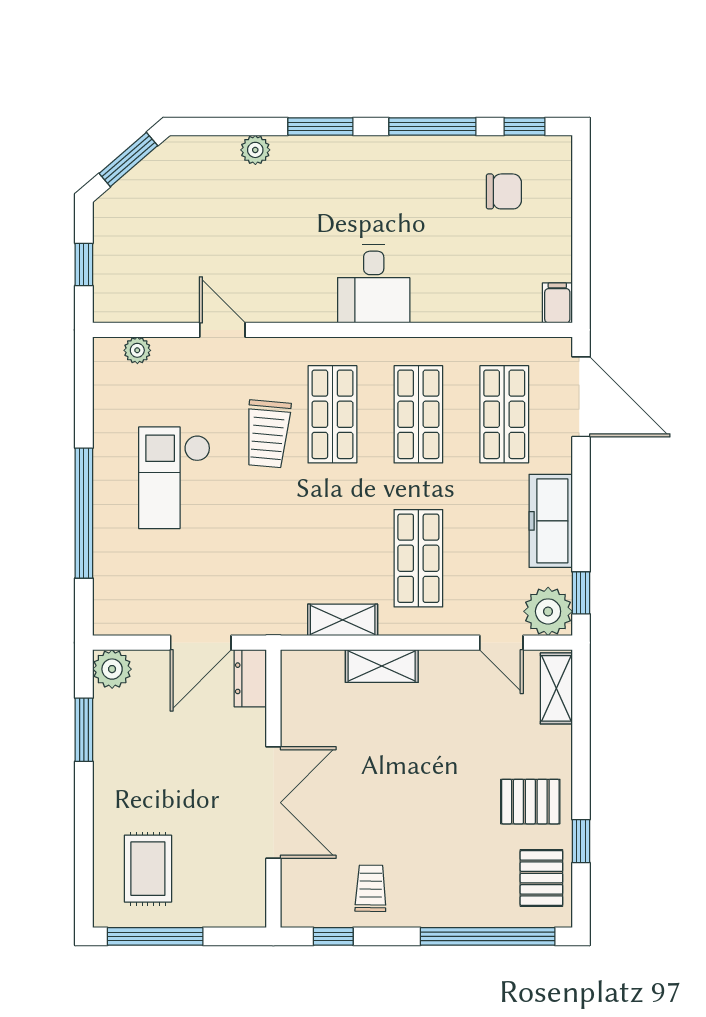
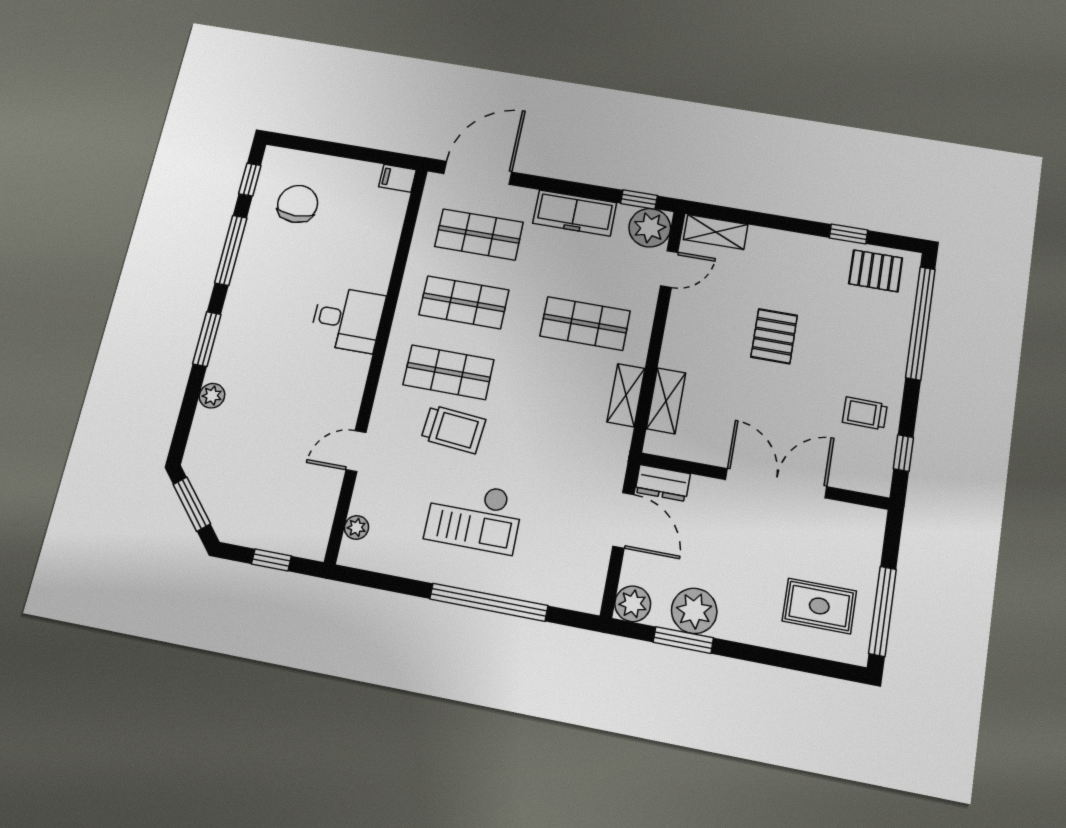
chair: (504, 191) -> (298, 204), width x1.37, depth x1.37
shelving: (382, 666) -> (666, 401), moved
plant: (117, 736) -> (694, 611), added
pallet: (530, 802) -> (774, 336), moved

